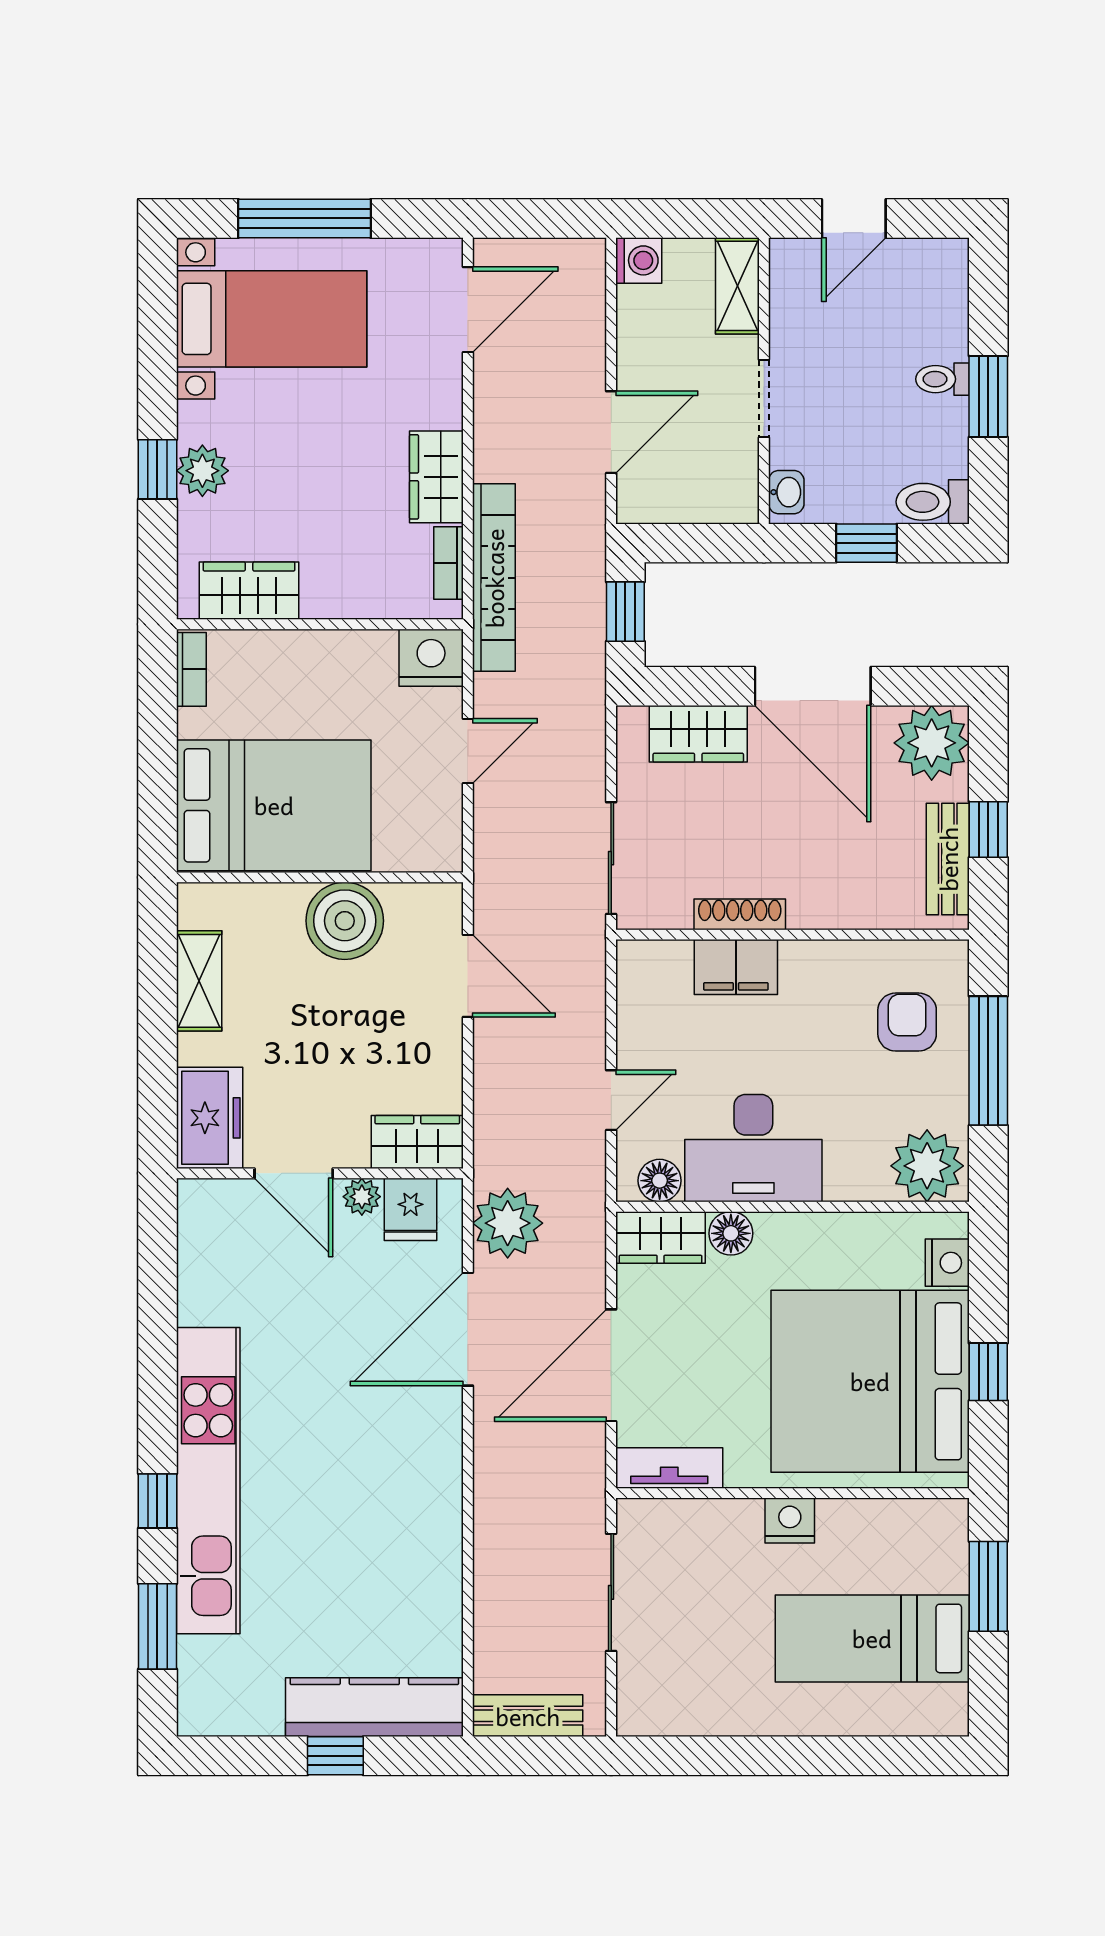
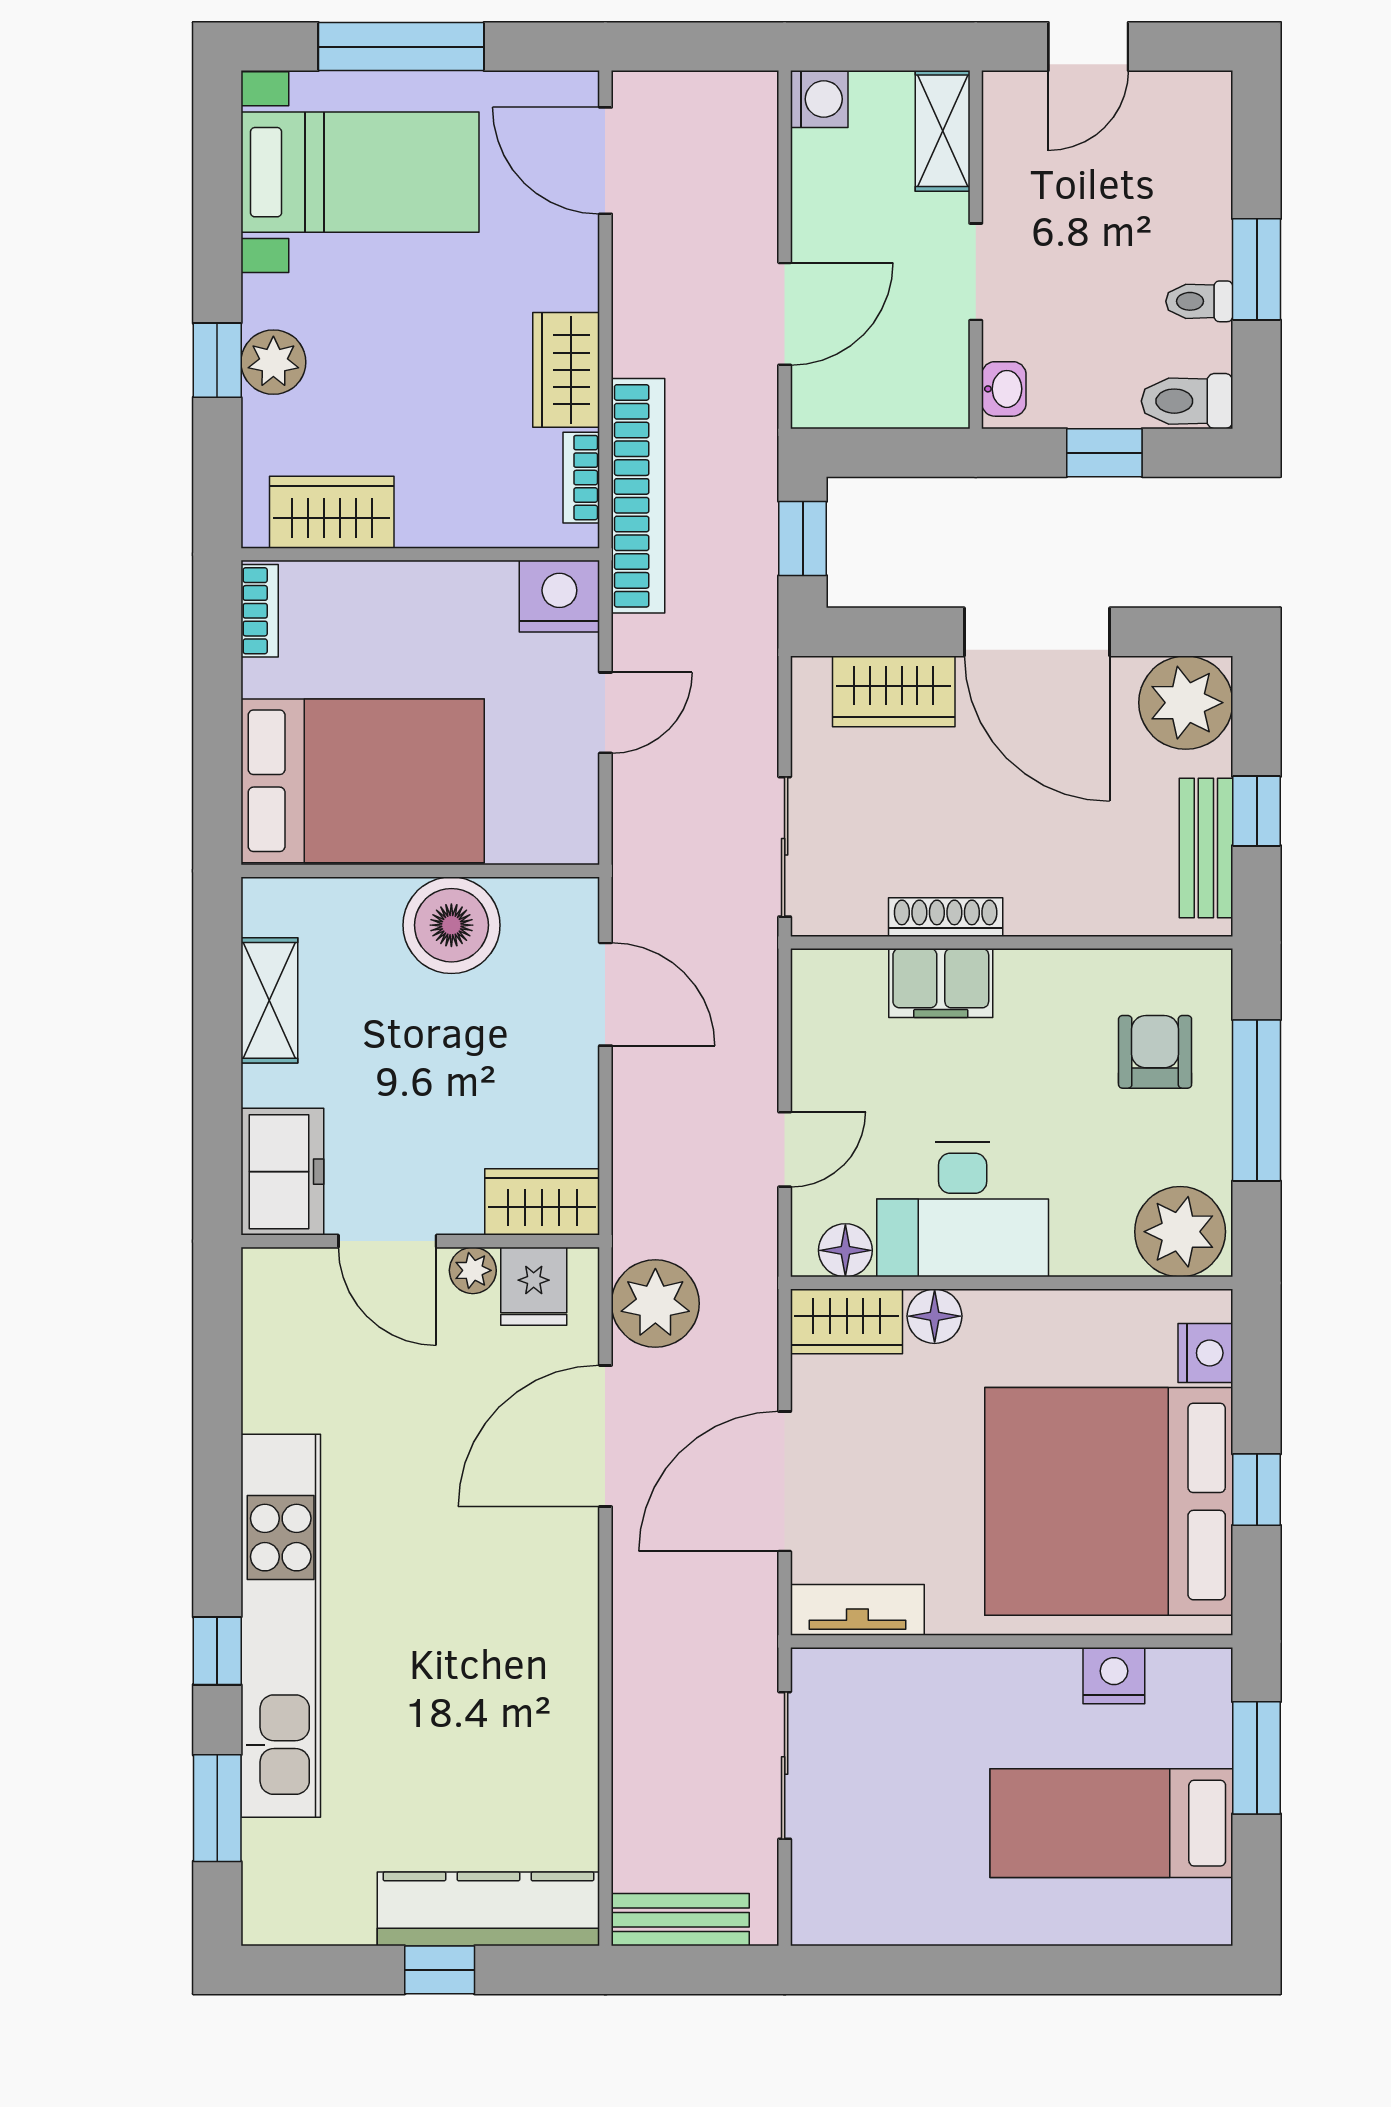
door: (468, 310) -> (605, 161), swing flipped
toilet: (942, 379) -> (1199, 301), moved
nightstand: (790, 1521) -> (1114, 1676), moved

